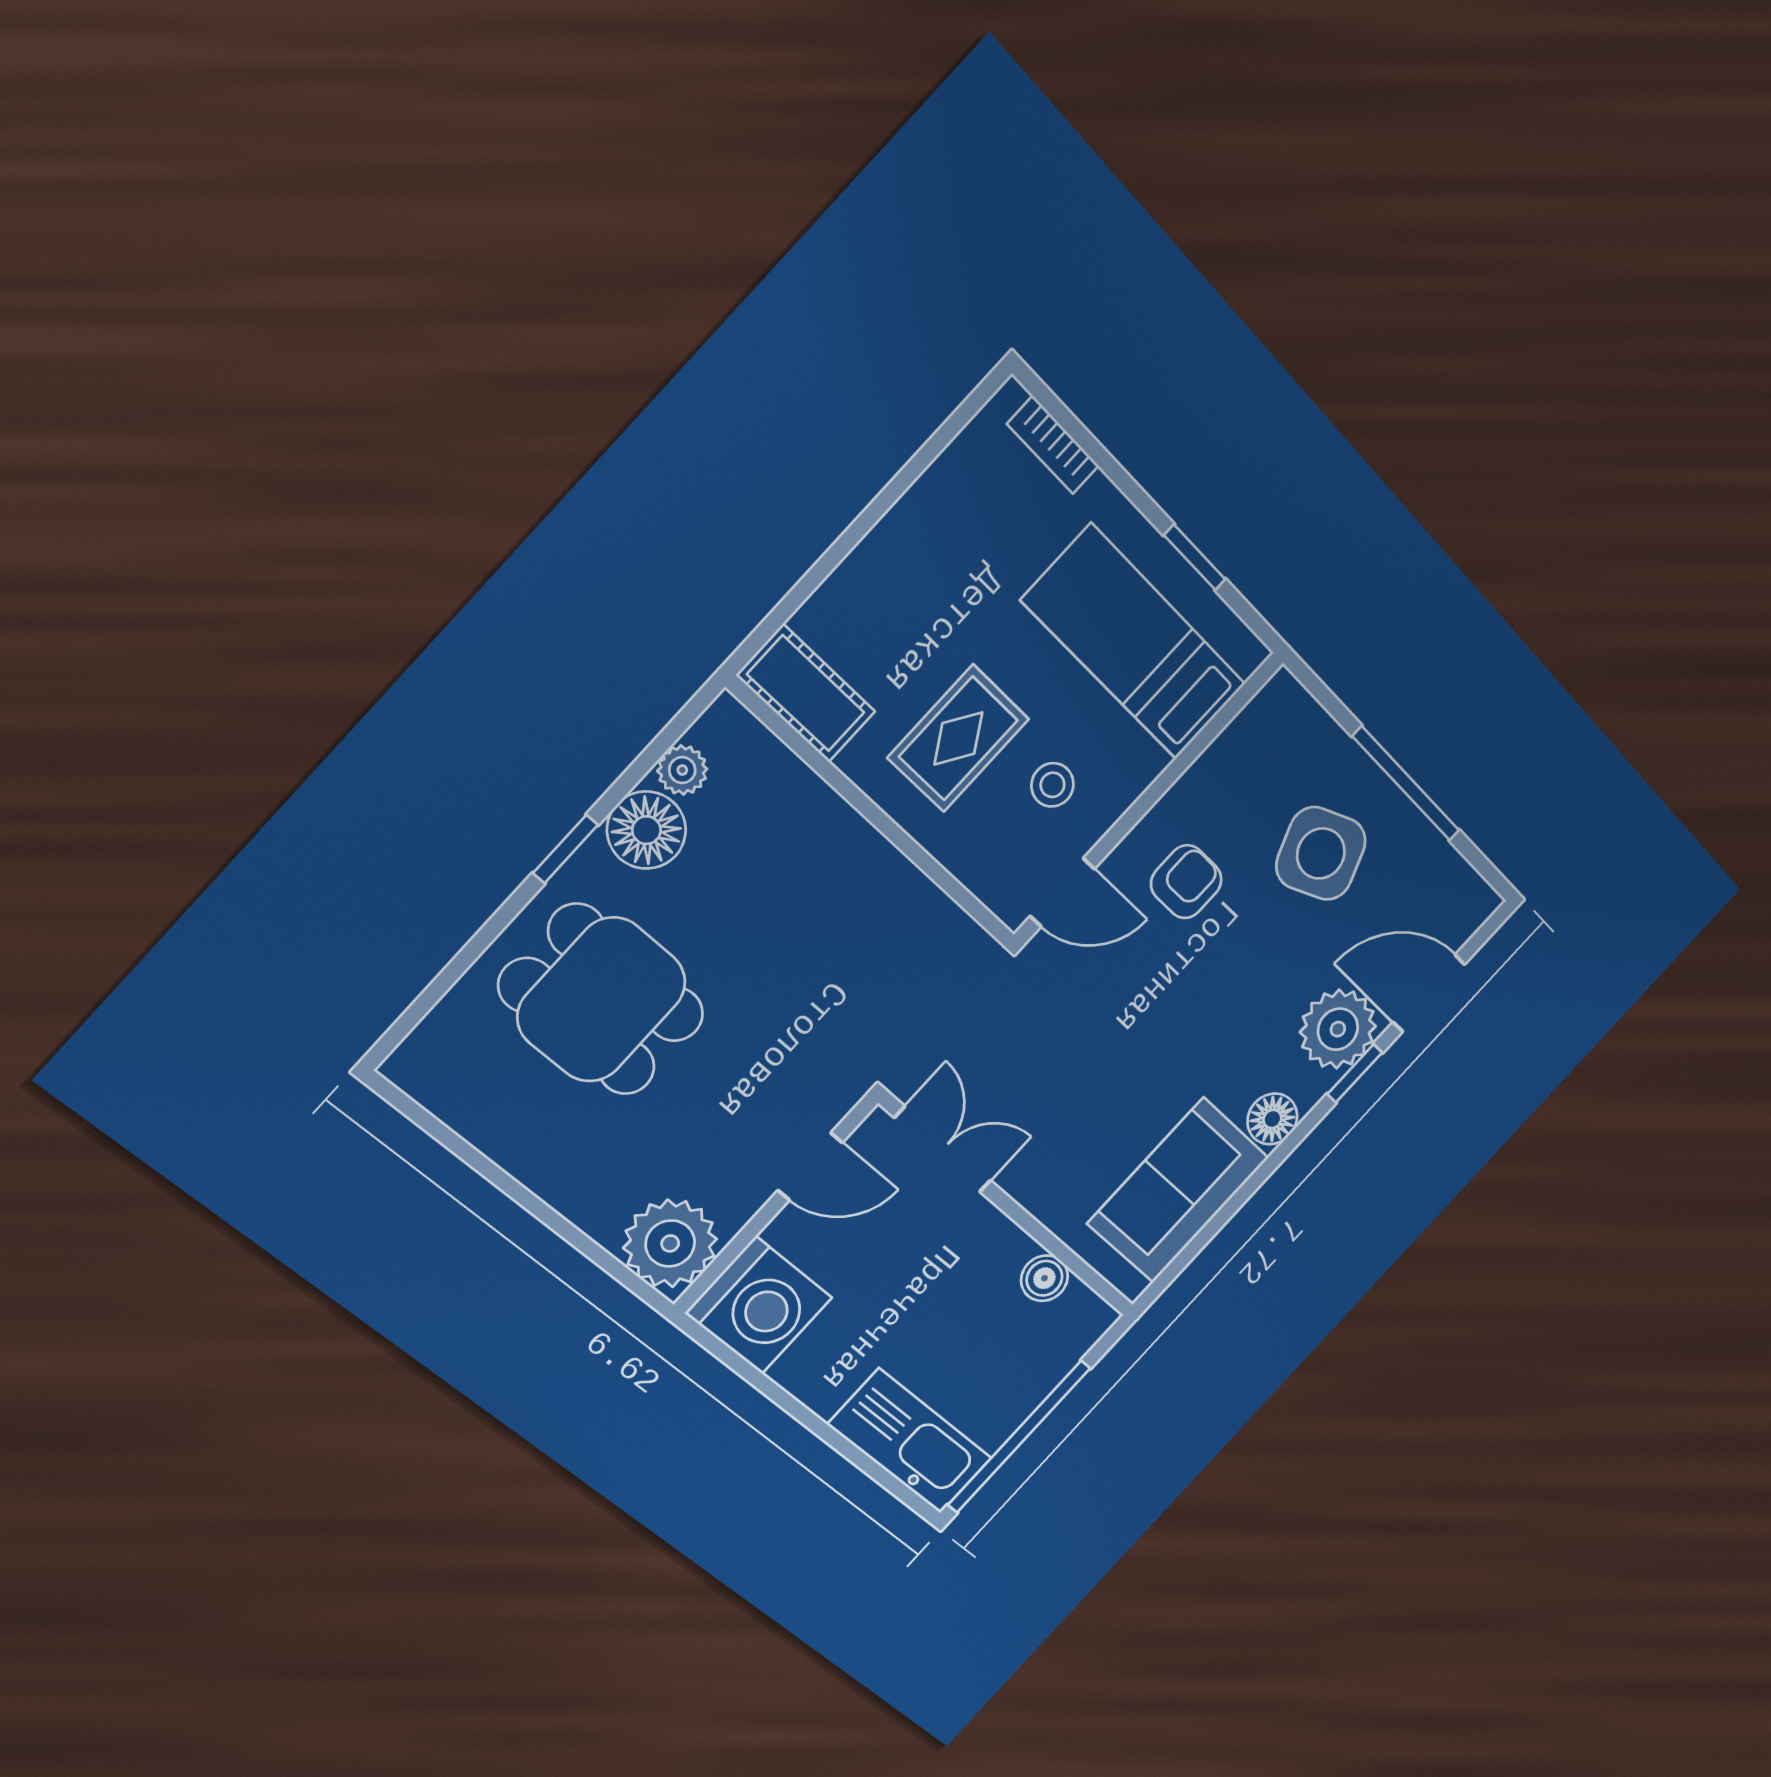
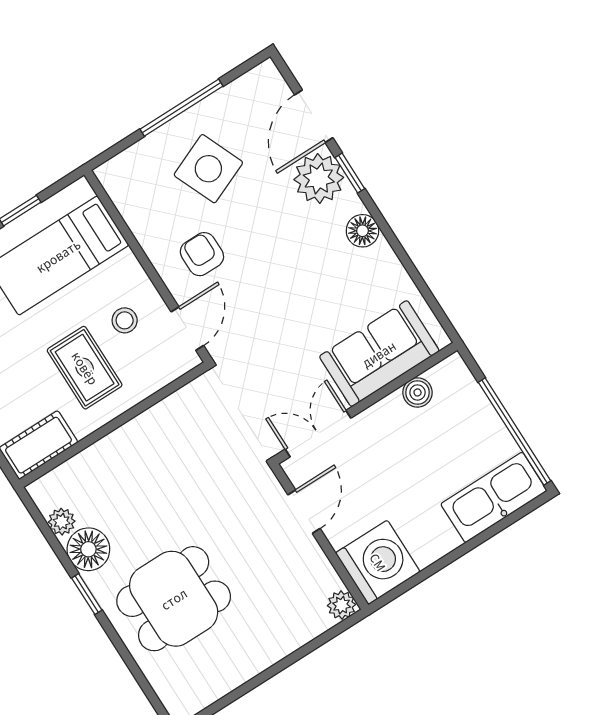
sofa: (1178, 1190) -> (379, 354), moved, turned 90
plant: (670, 1243) -> (342, 605), width x0.53, depth x0.53

